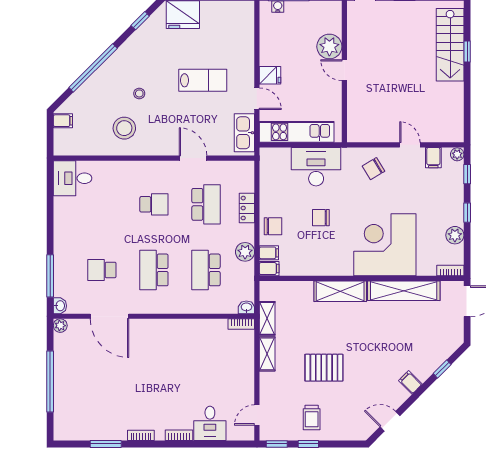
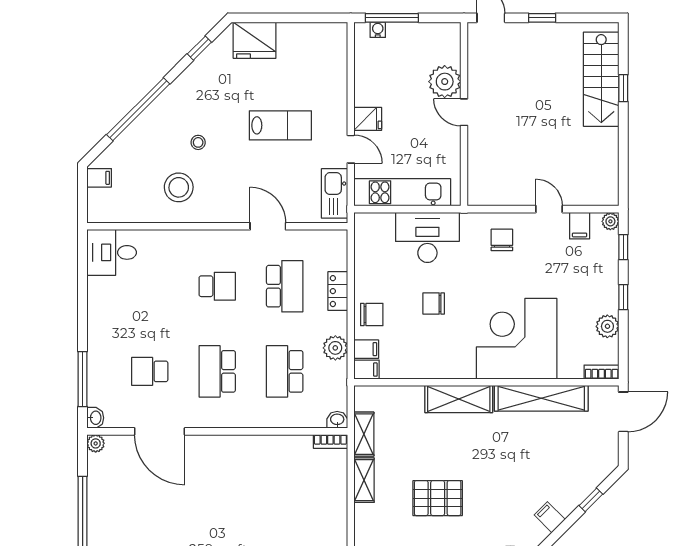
chair: (373, 169) -> (502, 240), turned 121

